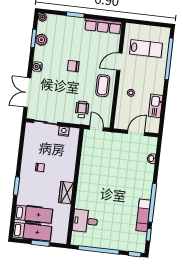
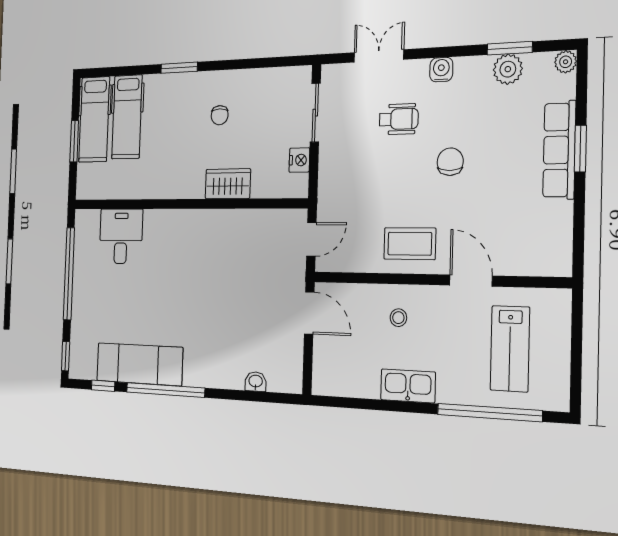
row of seats: (103, 26) -> (559, 150), moved
double door: (27, 93) -> (379, 56), width x0.73
kitchen sink: (156, 106) -> (408, 386), moved
wheelchair: (82, 109) -> (399, 119), moved
door: (136, 133) -> (309, 313), moved
wardrobe: (66, 193) -> (228, 184), moved
exam couch: (143, 215) -> (139, 364), width x1.36, depth x1.45

